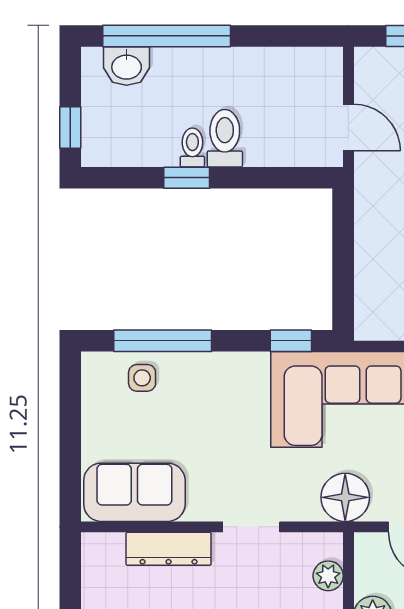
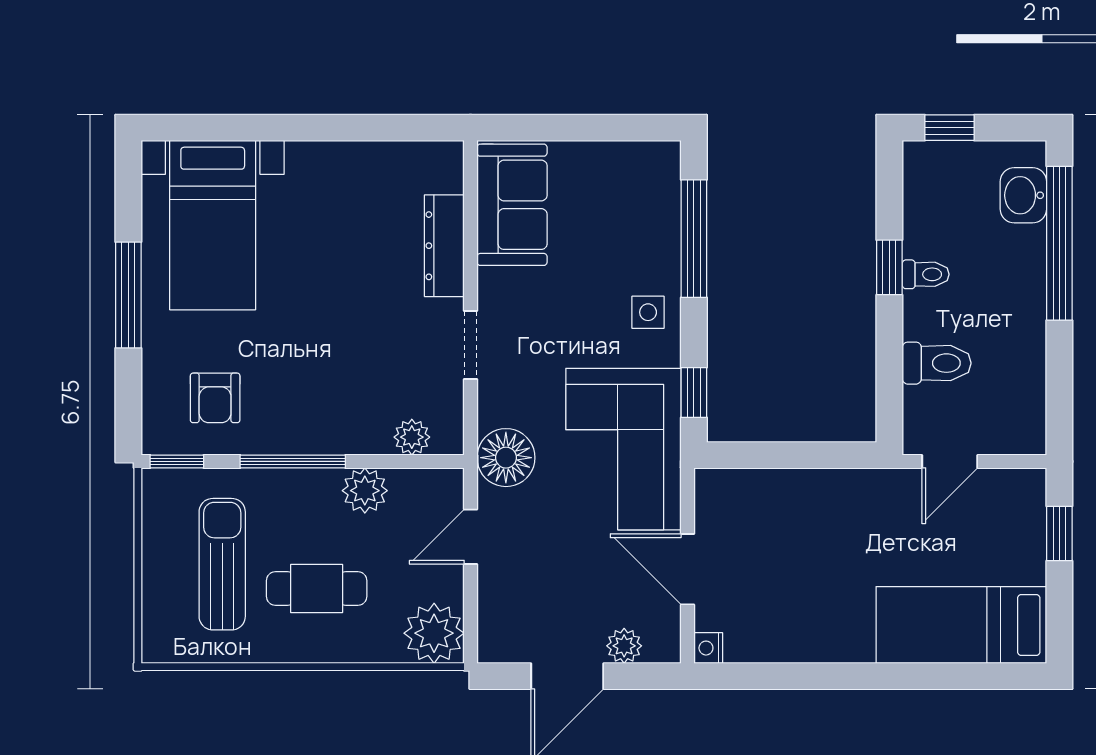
toilet: (225, 138) -> (937, 363), moved
side table: (142, 378) -> (648, 312), moved

